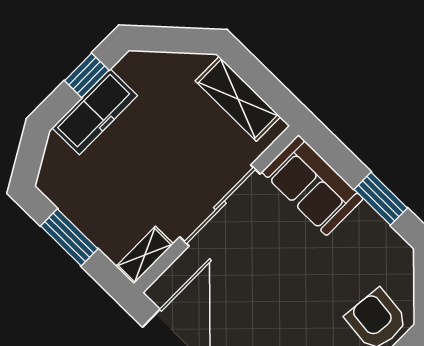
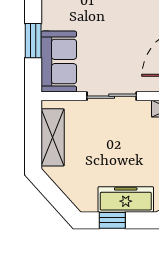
window: (381, 199) -> (33, 41), moved
sliding door: (220, 205) -> (112, 96), width x0.73

